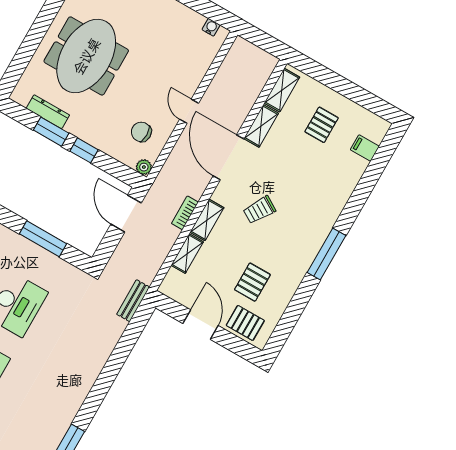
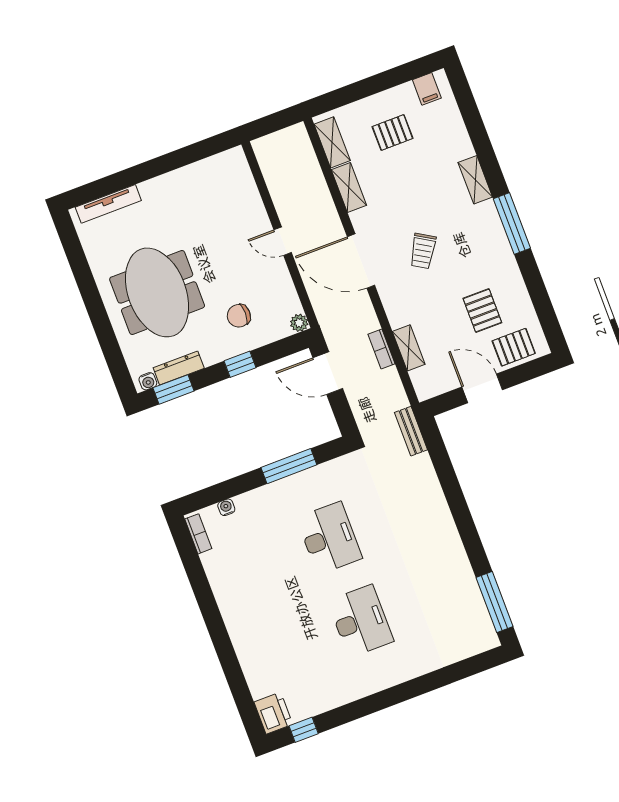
water cooler: (211, 27) -> (148, 381), moved, turned 180
pallet: (322, 125) -> (393, 132), turned 90
window: (51, 132) -> (174, 389), moved
chair: (141, 132) -> (239, 316), moved
filing cabinet: (365, 148) -> (427, 89), moved, turned -90
door: (228, 157) -> (361, 261), moved
bookcase: (185, 213) -> (381, 349), moved
shelving: (207, 220) -> (475, 180), moved

